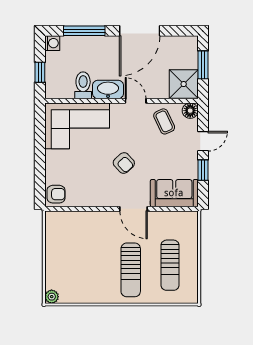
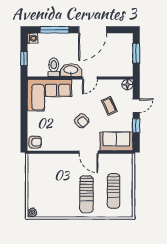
shower: (184, 84) -> (123, 66), removed
door: (136, 101) -> (90, 78), swing flipped
coffee table: (164, 121) -> (109, 106), moved

